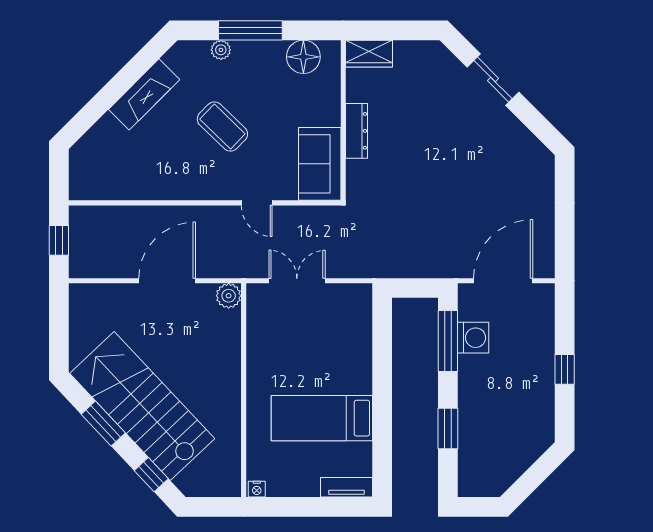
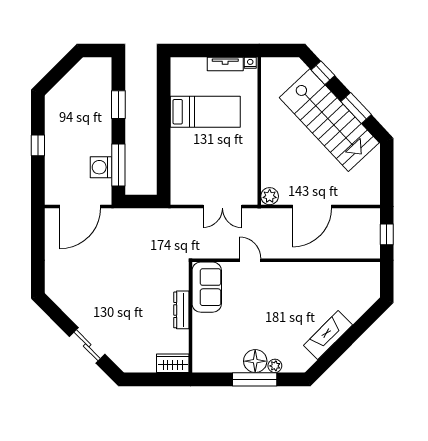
floor lamp: (303, 57) -> (255, 361), moved
coffee table: (222, 126) -> (274, 313), removed
tv unit: (347, 487) -> (225, 64), moved

